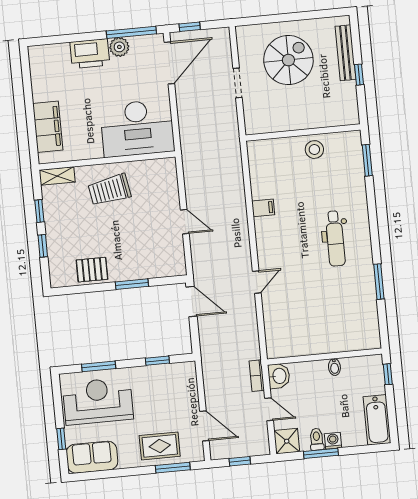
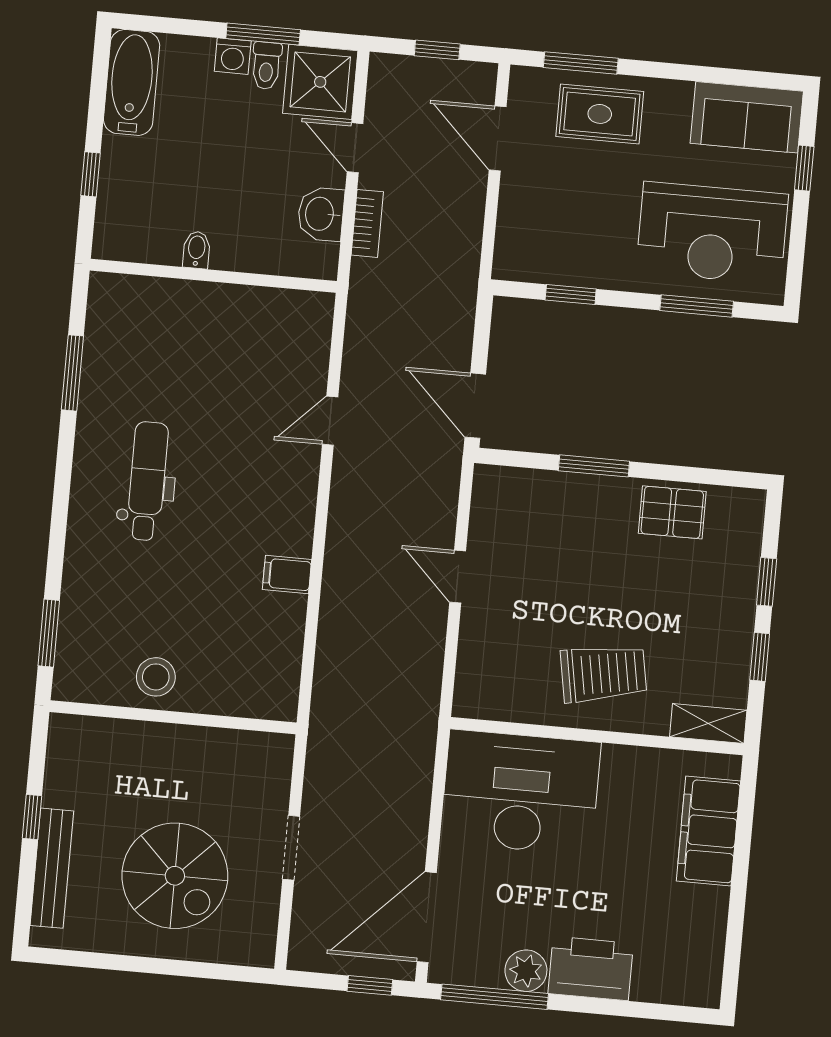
spiral stairs: (288, 60) -> (175, 876), turned -90
wall: (325, 357) -> (213, 276), moved
bidet: (334, 367) -> (197, 250), moved
shower: (287, 441) -> (320, 82), width x1.36, depth x1.36

